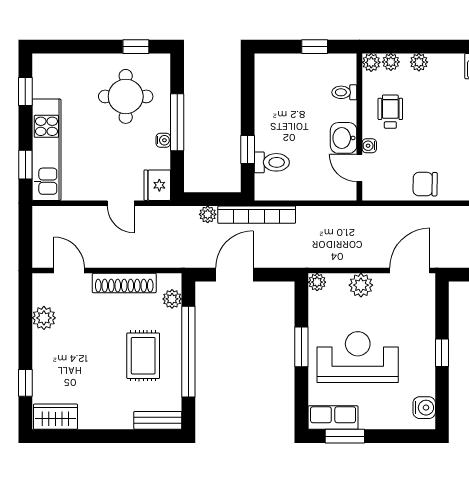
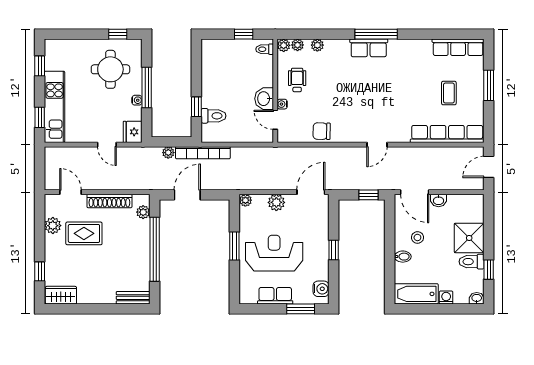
toilet: (344, 92) -> (265, 49), moved
rug: (143, 356) -> (84, 233), moved, turned 90
row of seats: (333, 418) -> (275, 296), moved
window: (345, 436) -> (301, 309), moved

